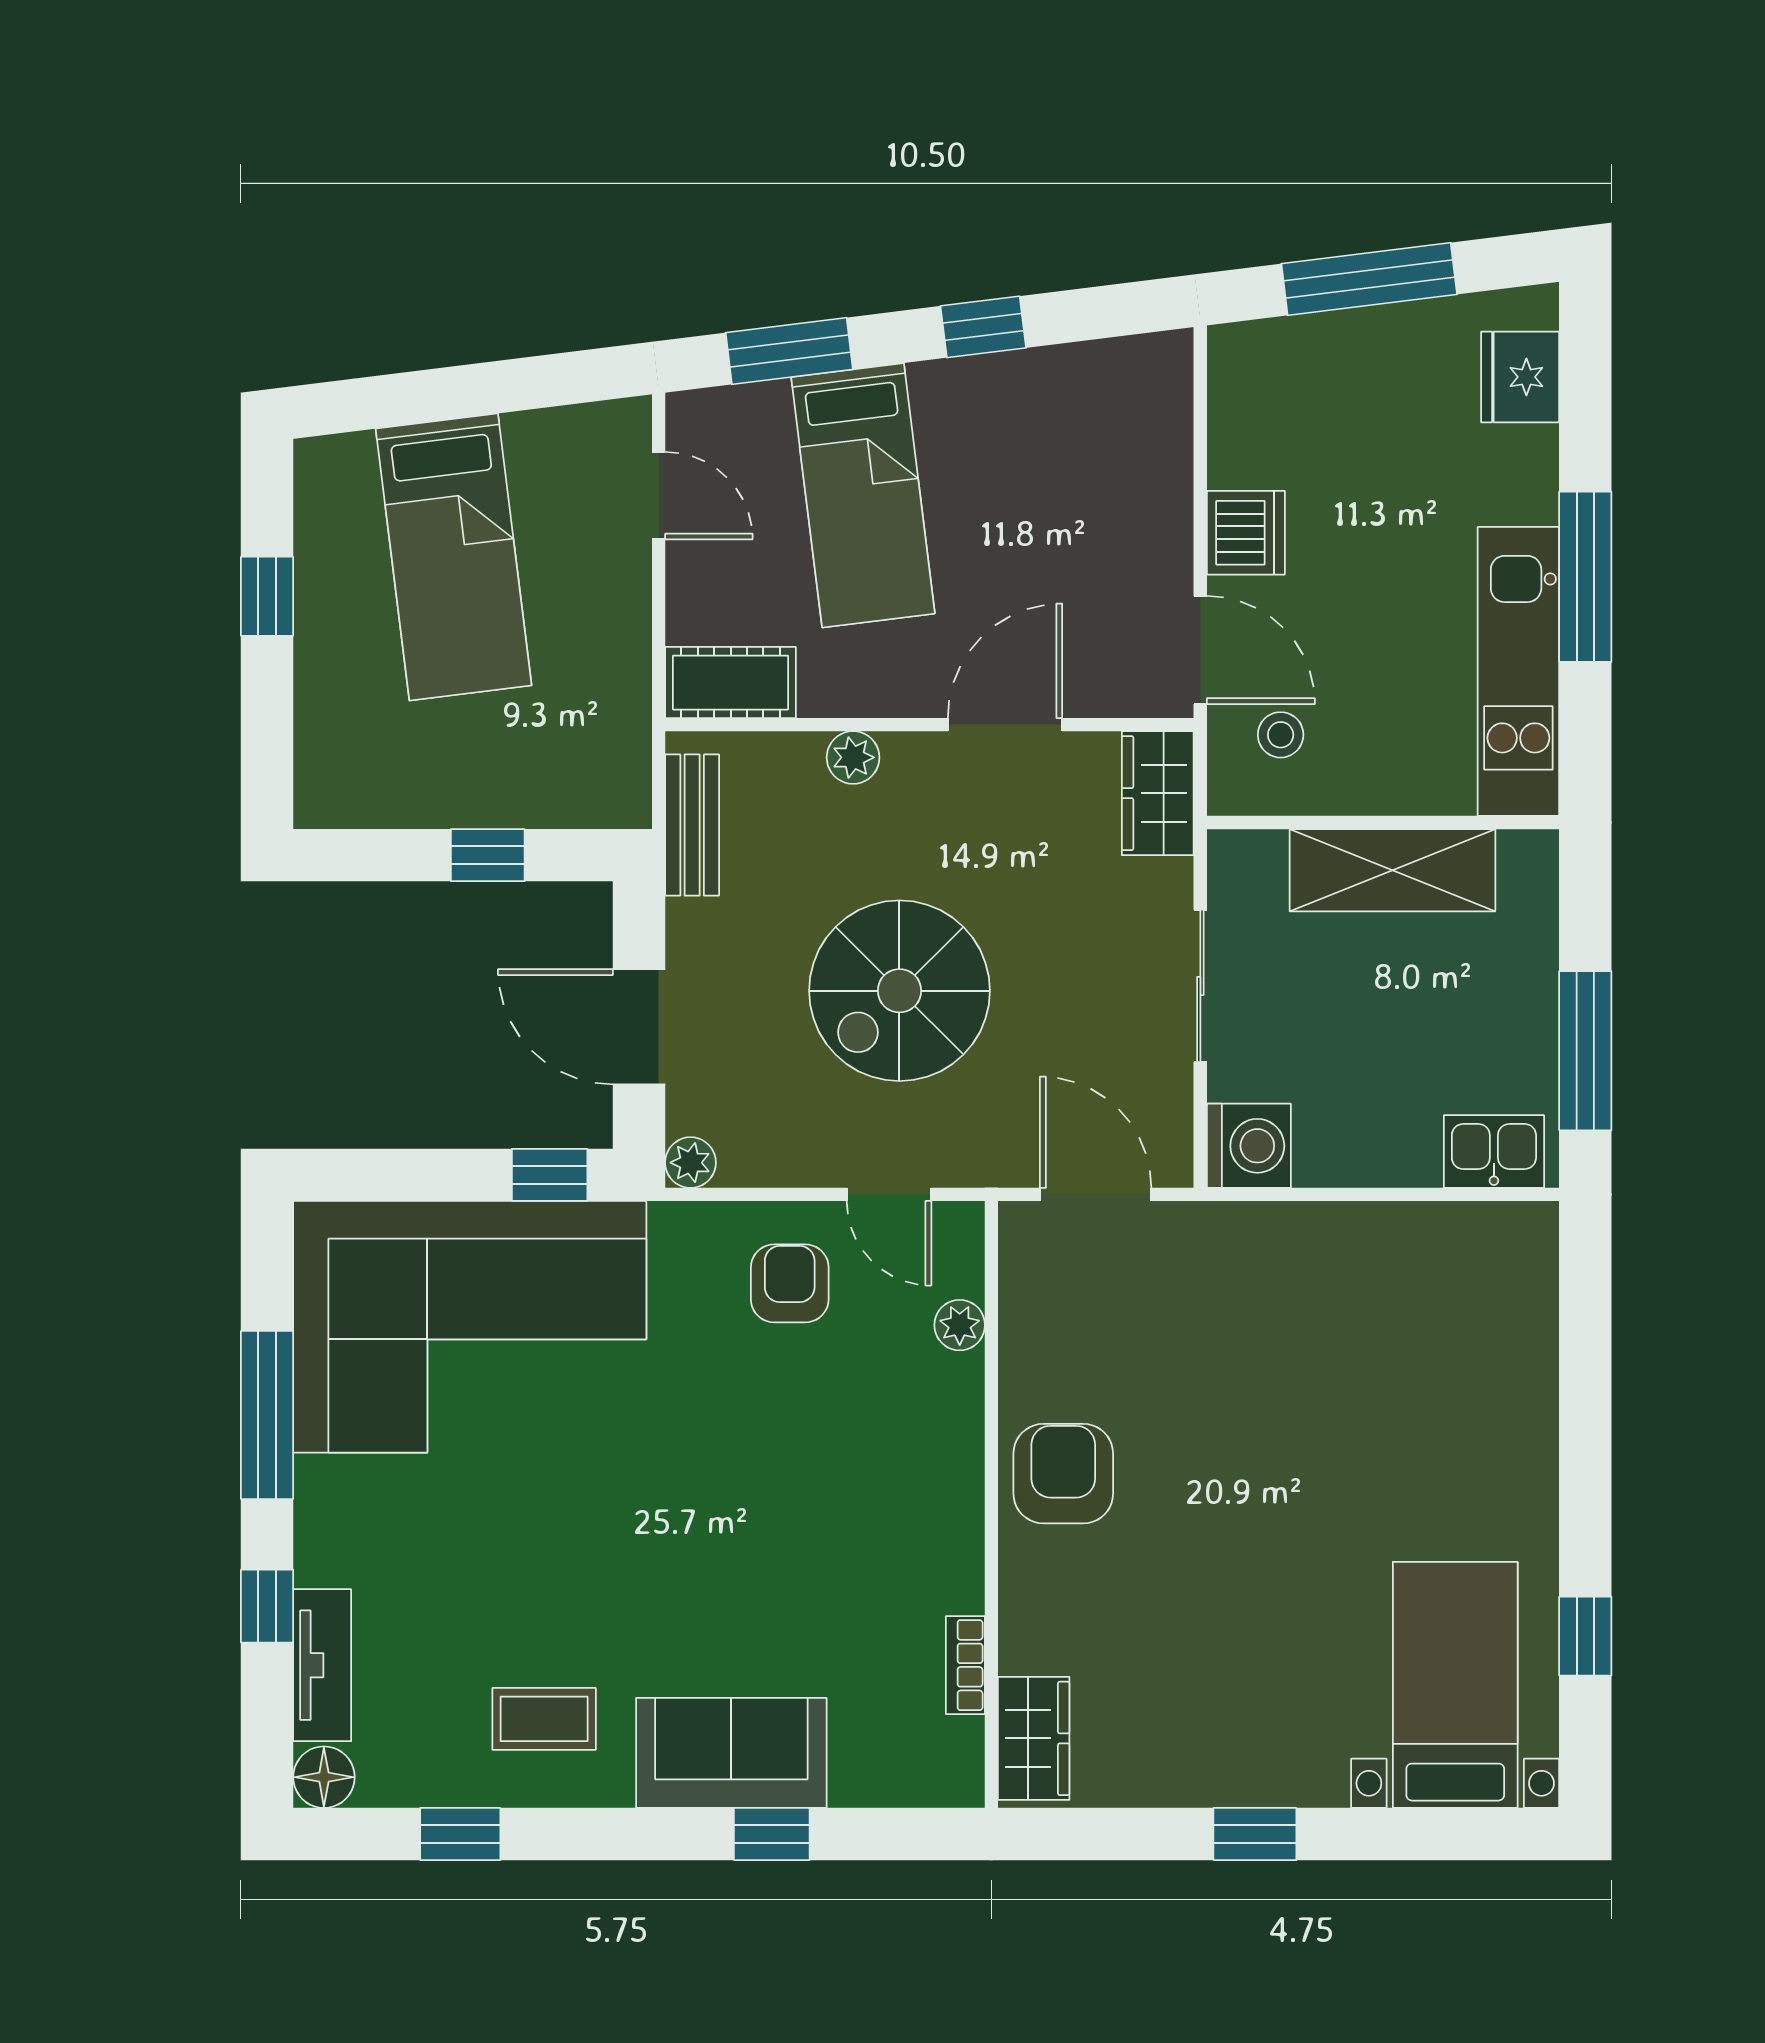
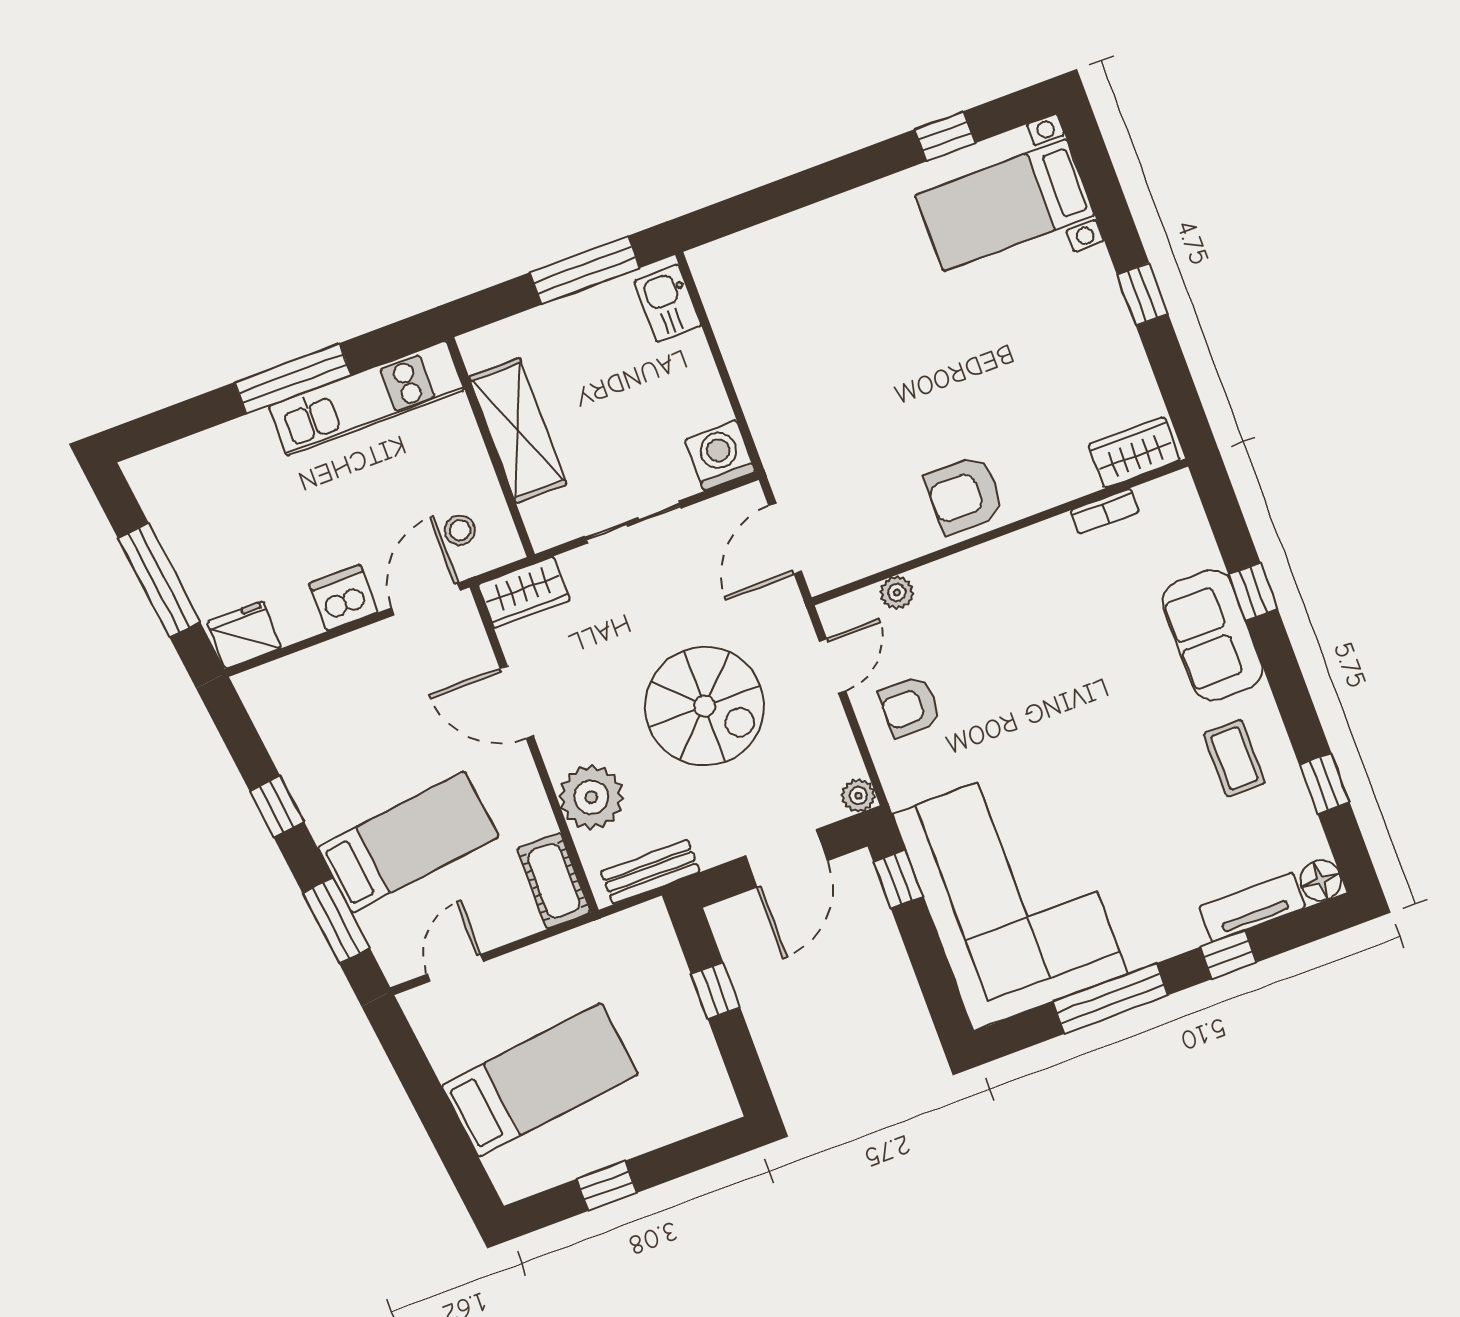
fridge: (1520, 377) -> (244, 635), moved, turned 180
plant: (853, 757) -> (591, 797), width x1.88, depth x1.88

